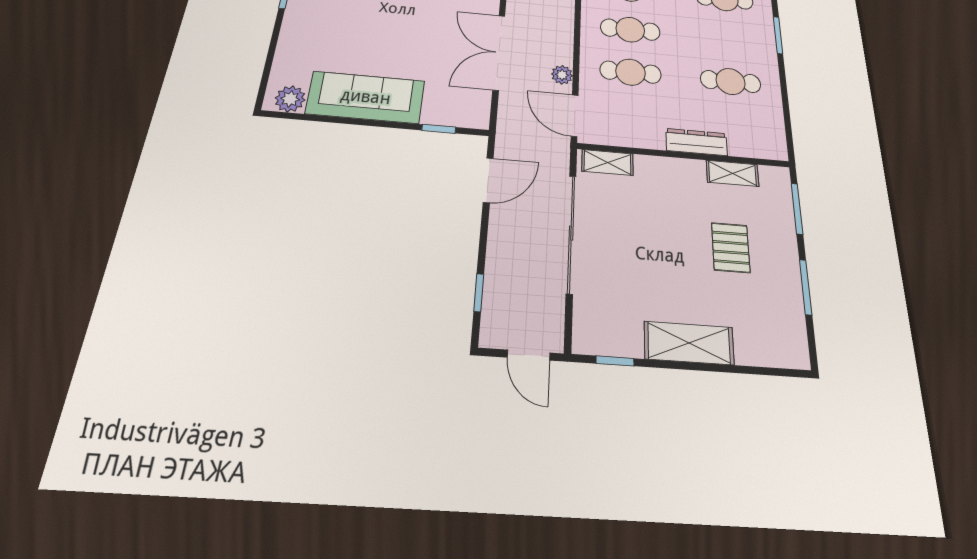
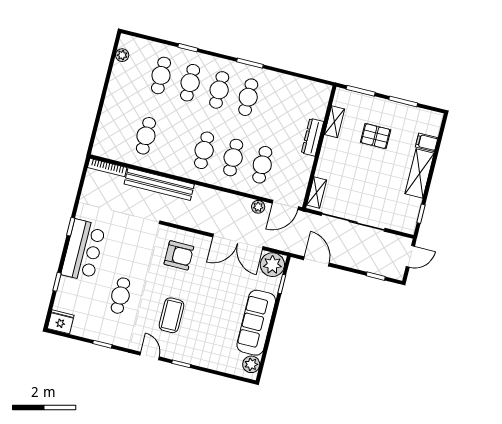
cafe table: (731, 81) -> (248, 97), moved
plant: (470, 109) -> (272, 265), added
filing cabinet: (749, 346) -> (427, 142), added

